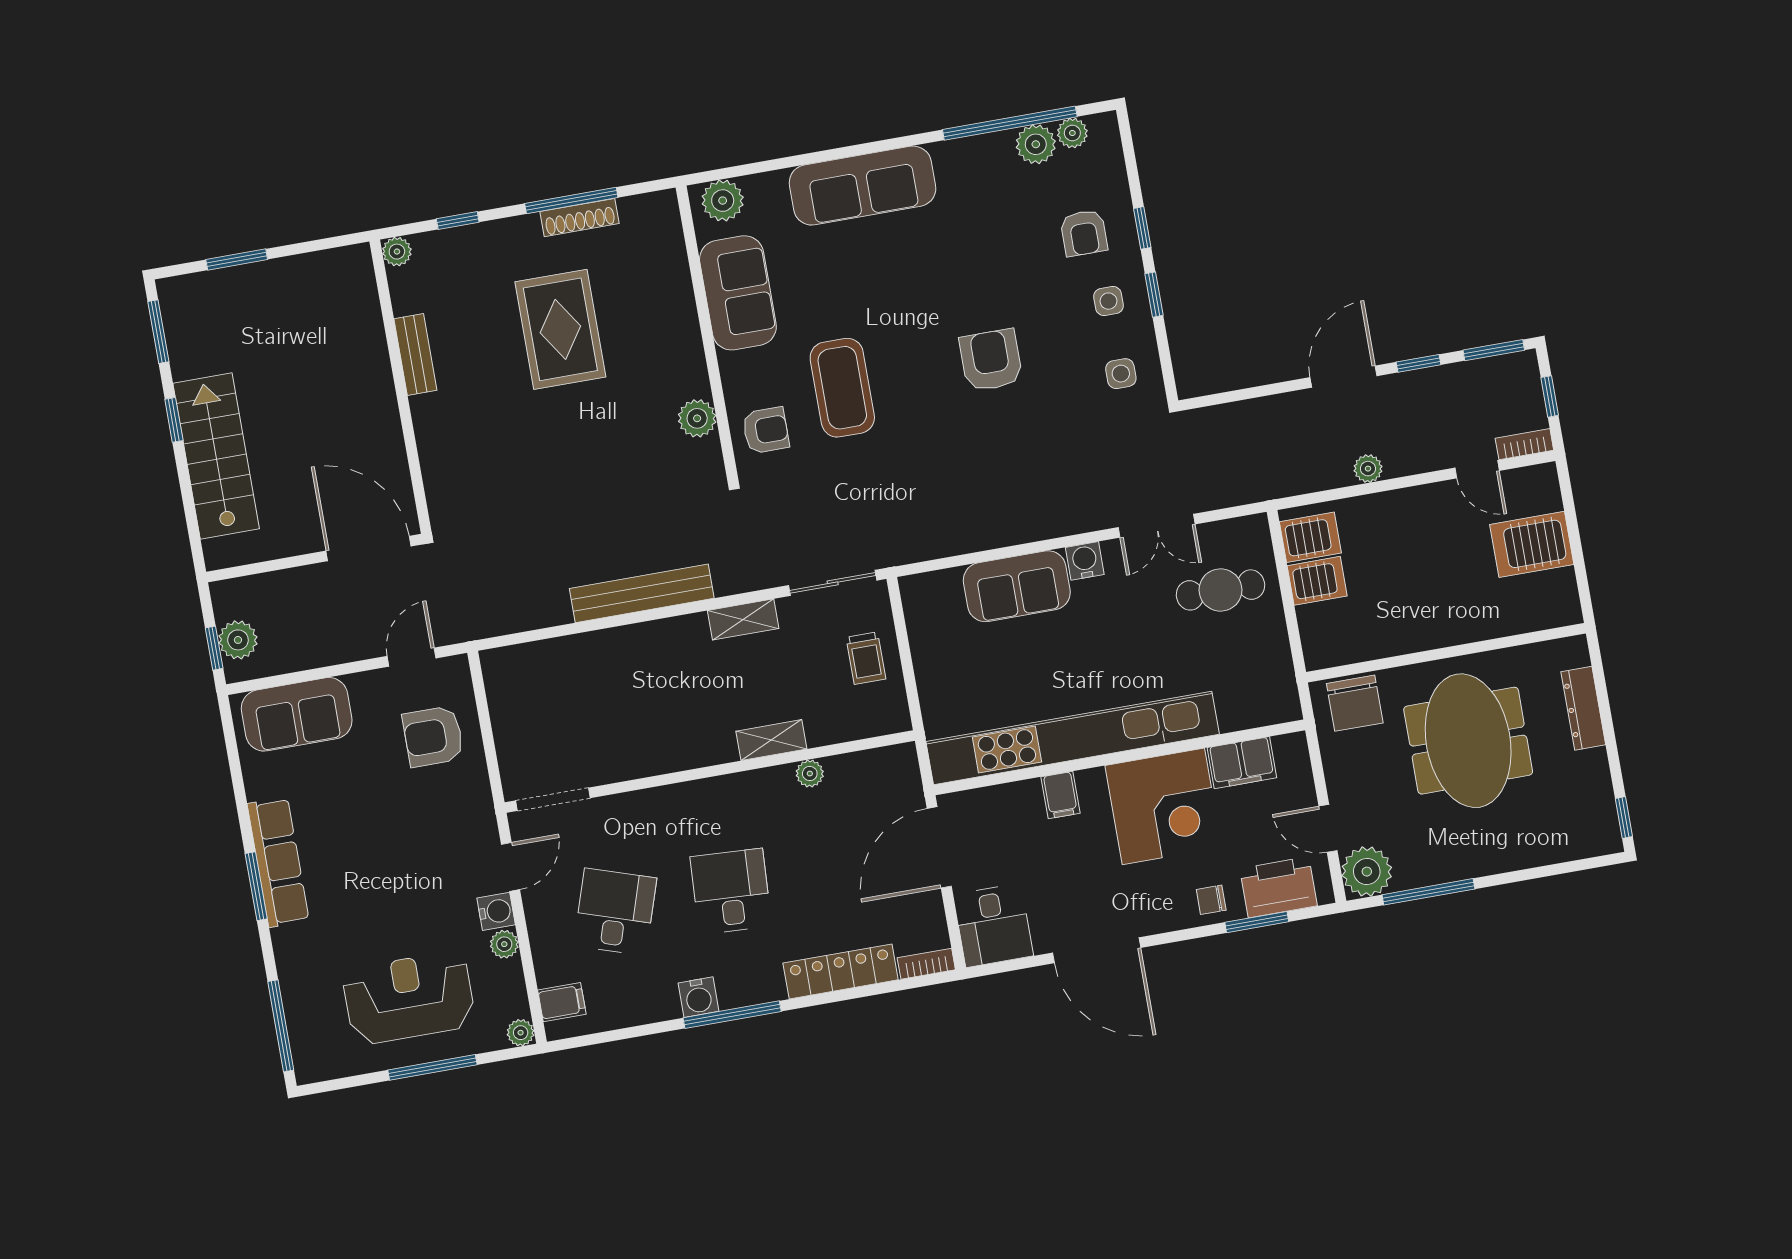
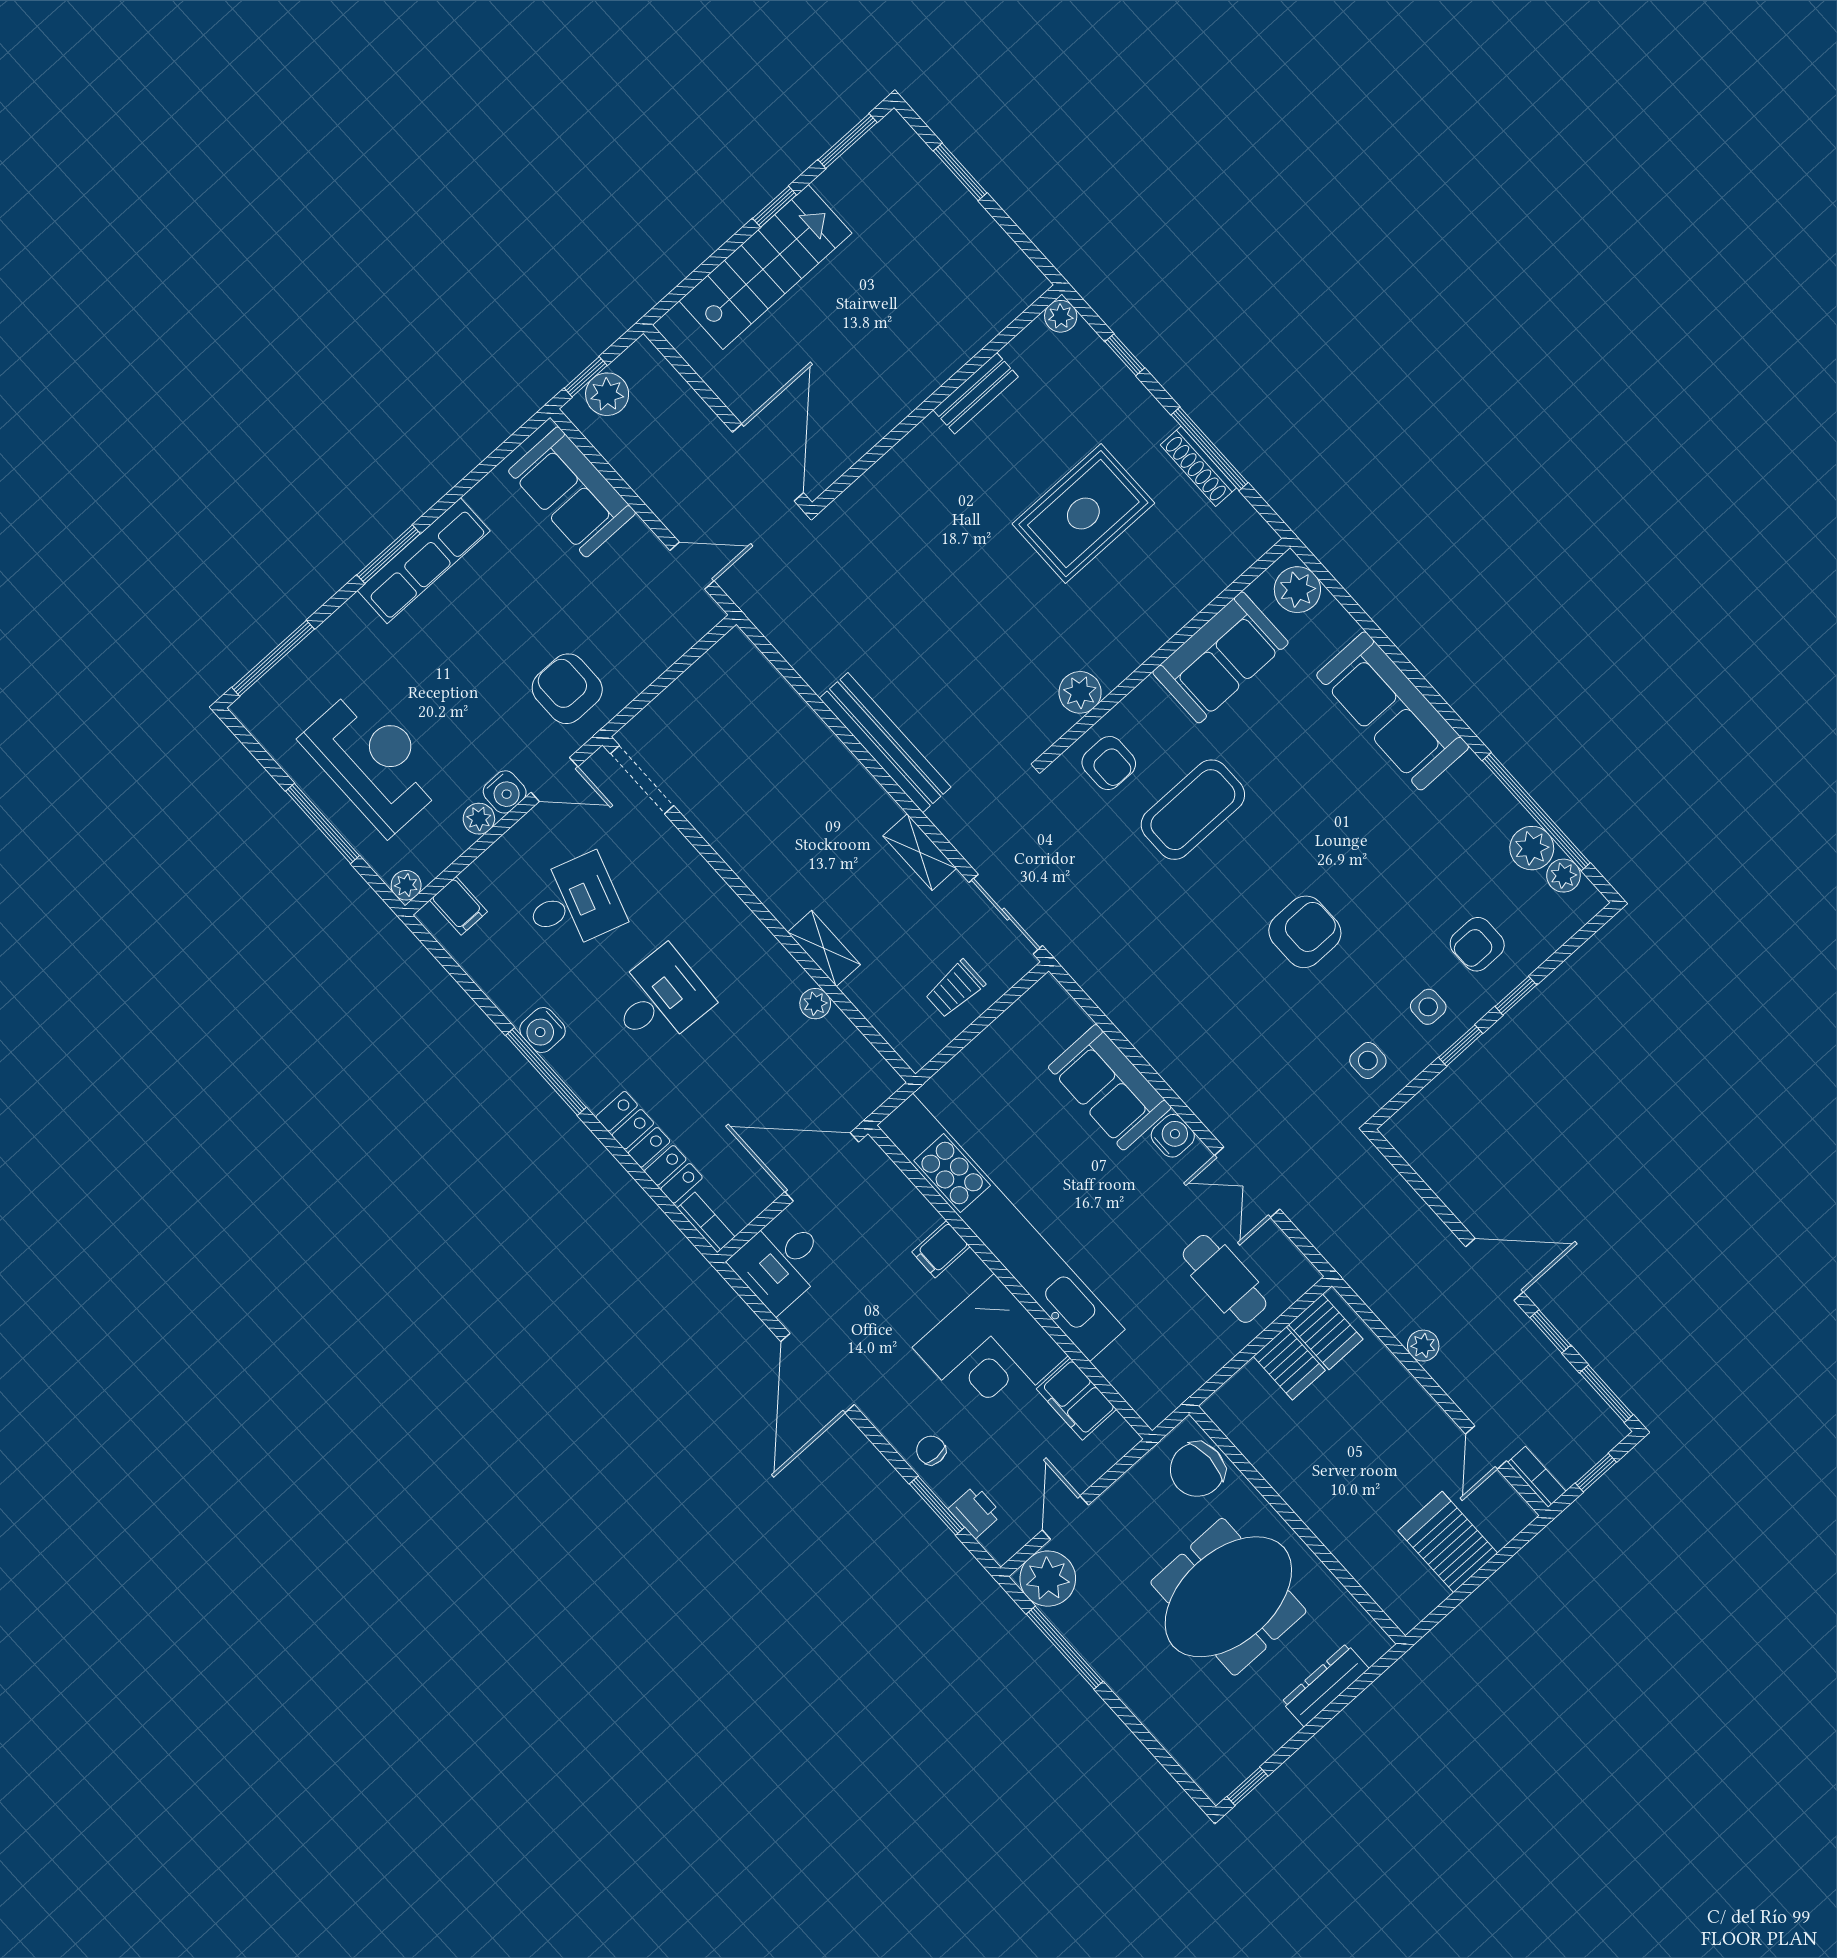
armchair: (433, 736) -> (567, 689), moved
printer: (1278, 887) -> (975, 1512), width x0.53, depth x0.68

